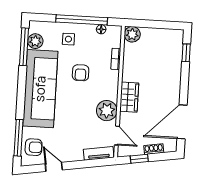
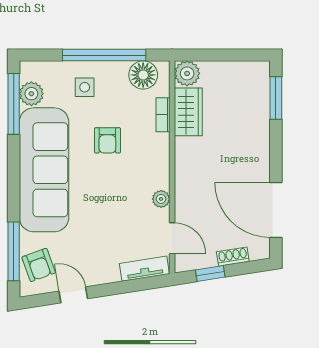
floor lamp: (101, 29) -> (143, 75), width x1.89, depth x1.89
window: (186, 53) -> (276, 98), width x1.50
wardrobe: (129, 97) -> (188, 112), moved
plant: (107, 111) -> (161, 199), width x0.53, depth x0.53
door: (182, 122) -> (276, 210), hinge flipped
armchair: (34, 147) -> (39, 265), turned 70

